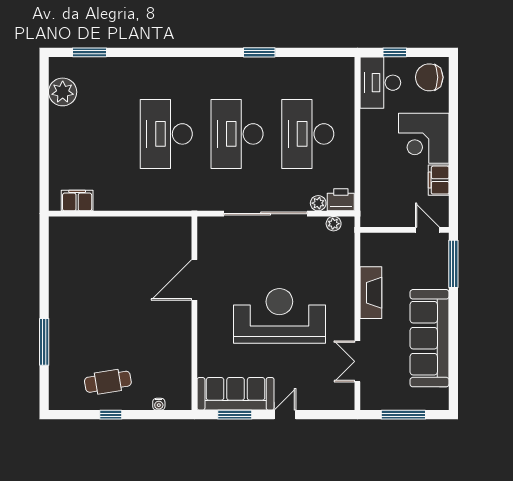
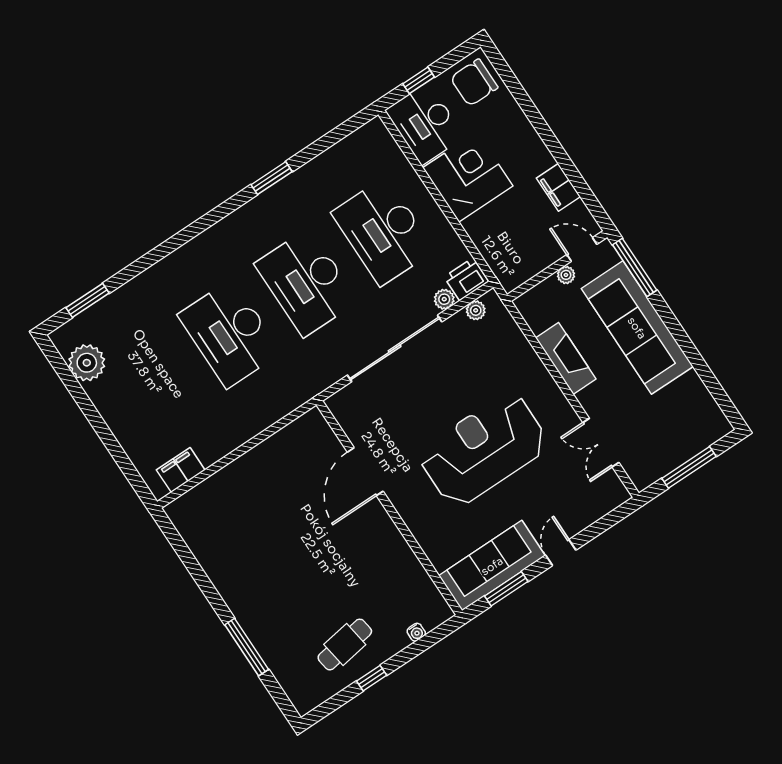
corner desk: (424, 138) -> (468, 177), moved, turned 180
plant: (406, 239) -> (566, 275), added
sofa: (430, 338) -> (637, 328), moved

